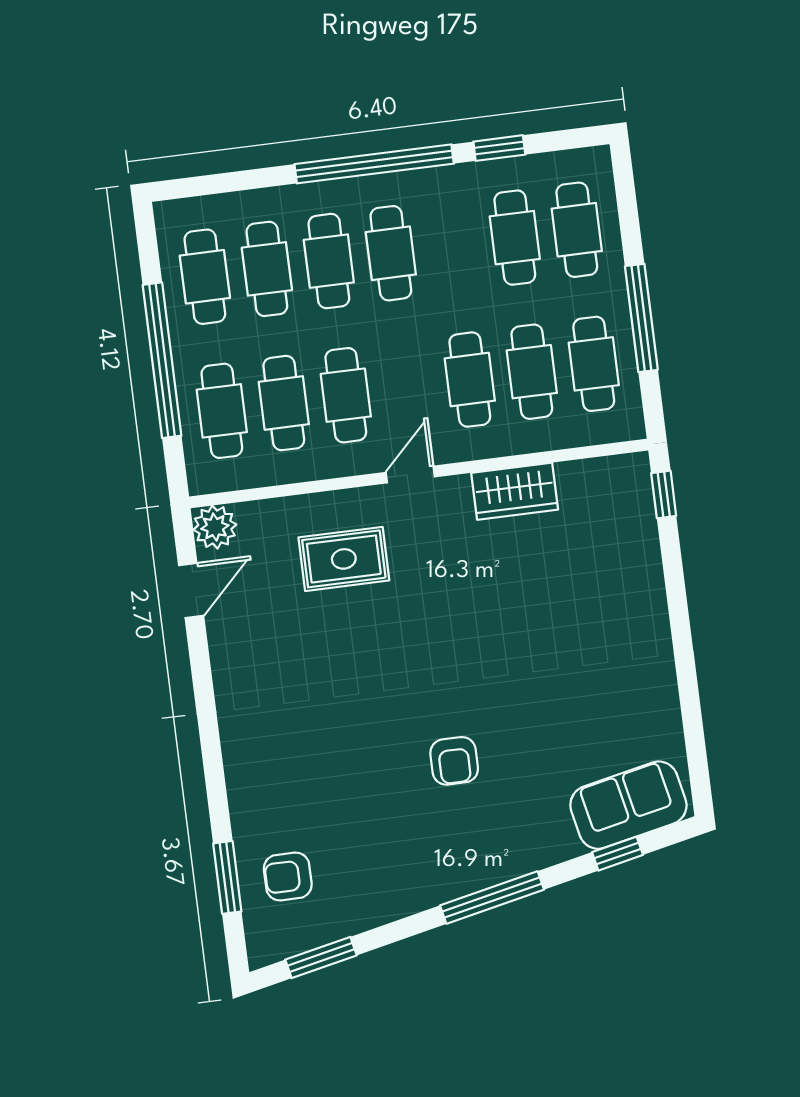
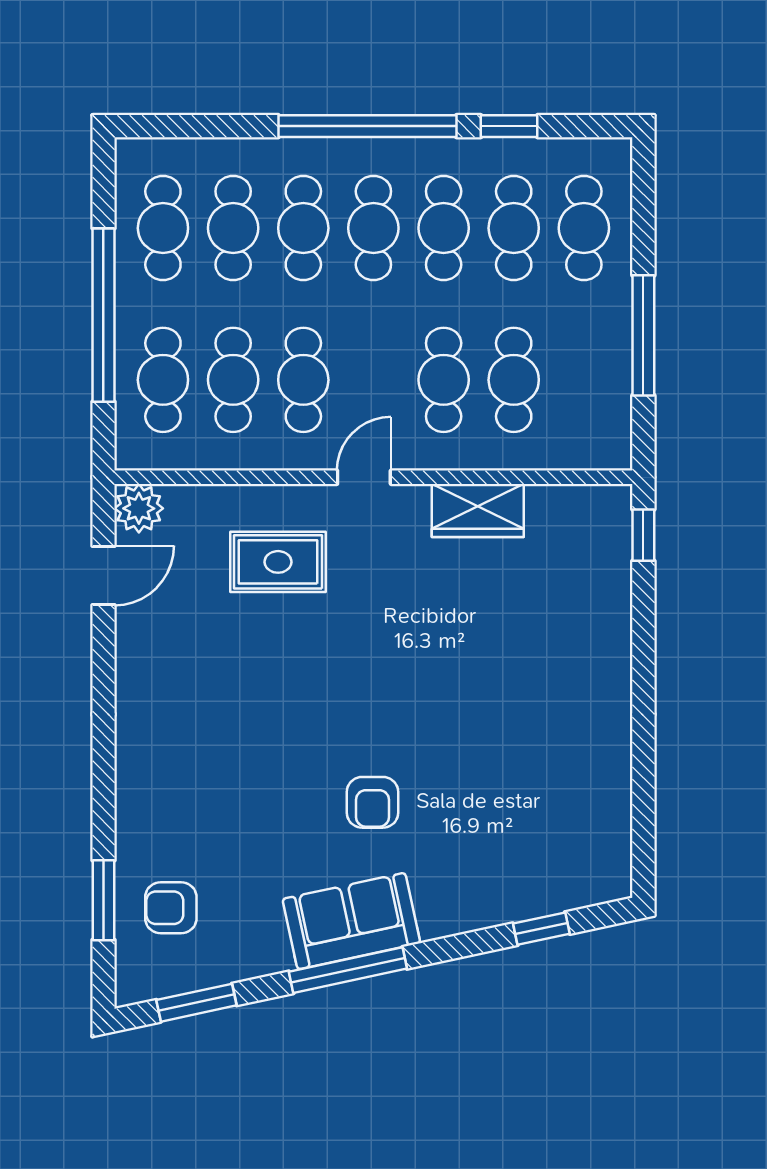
cafe table: (594, 364) -> (444, 228), moved
sofa: (628, 805) -> (351, 921), moved
window: (492, 898) -> (348, 970), moved

